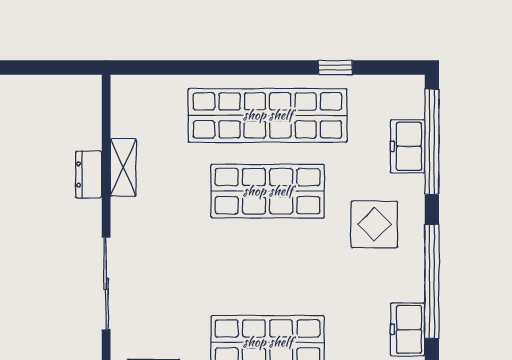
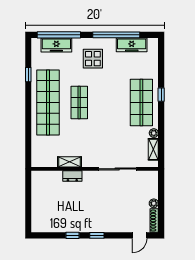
freezer: (408, 146) -> (56, 45), width x1.40
shop shelf: (268, 191) -> (79, 103), width x0.70, depth x0.74
freezer: (408, 329) -> (132, 45), width x1.40

